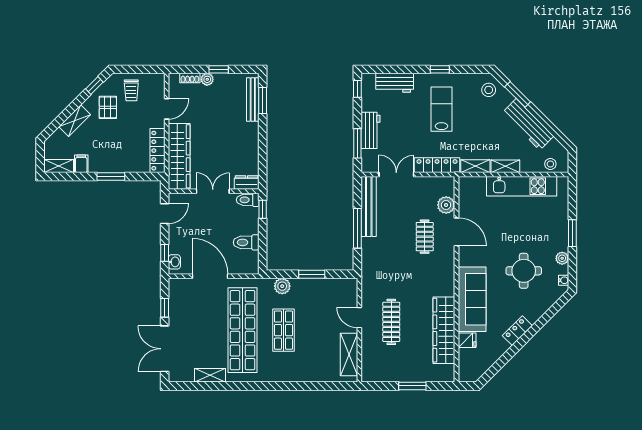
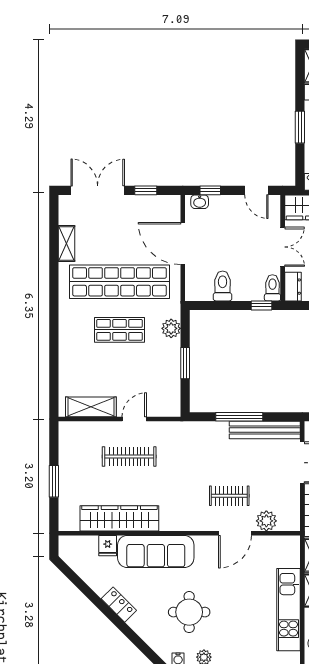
door: (210, 276) -> (183, 244), swing flipped

